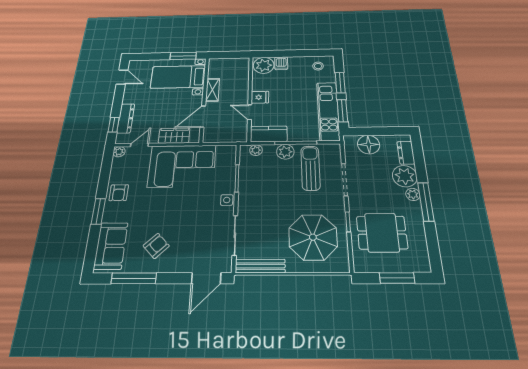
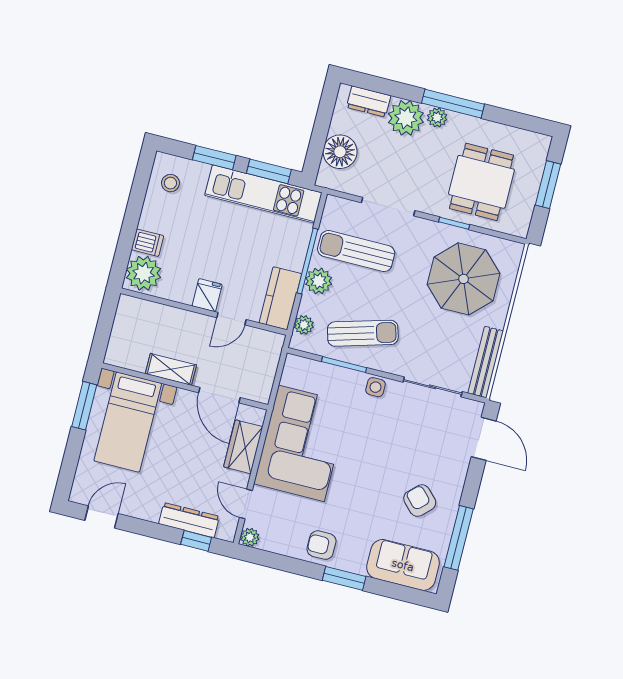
sun lounger: (260, 184) -> (363, 333), added
armchair: (119, 193) -> (321, 545), turned 180

